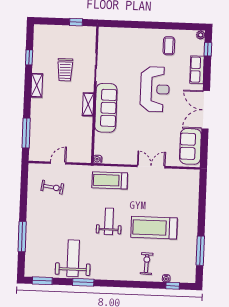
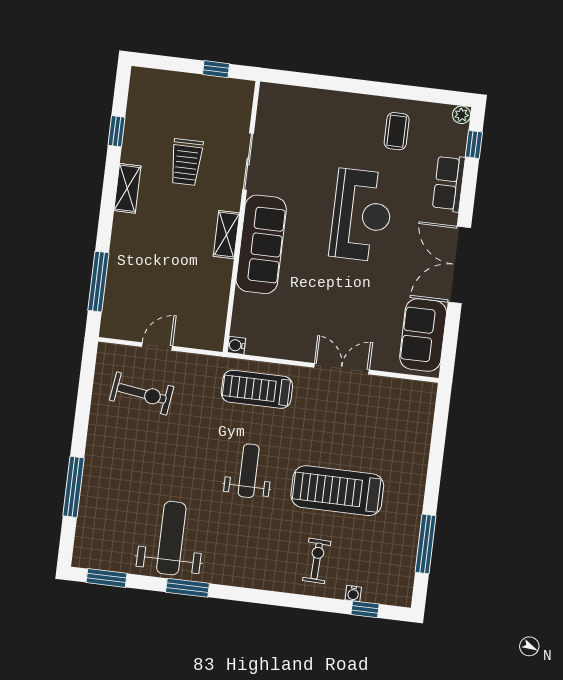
exercise bike: (52, 187) -> (142, 393), width x1.38, depth x1.39

